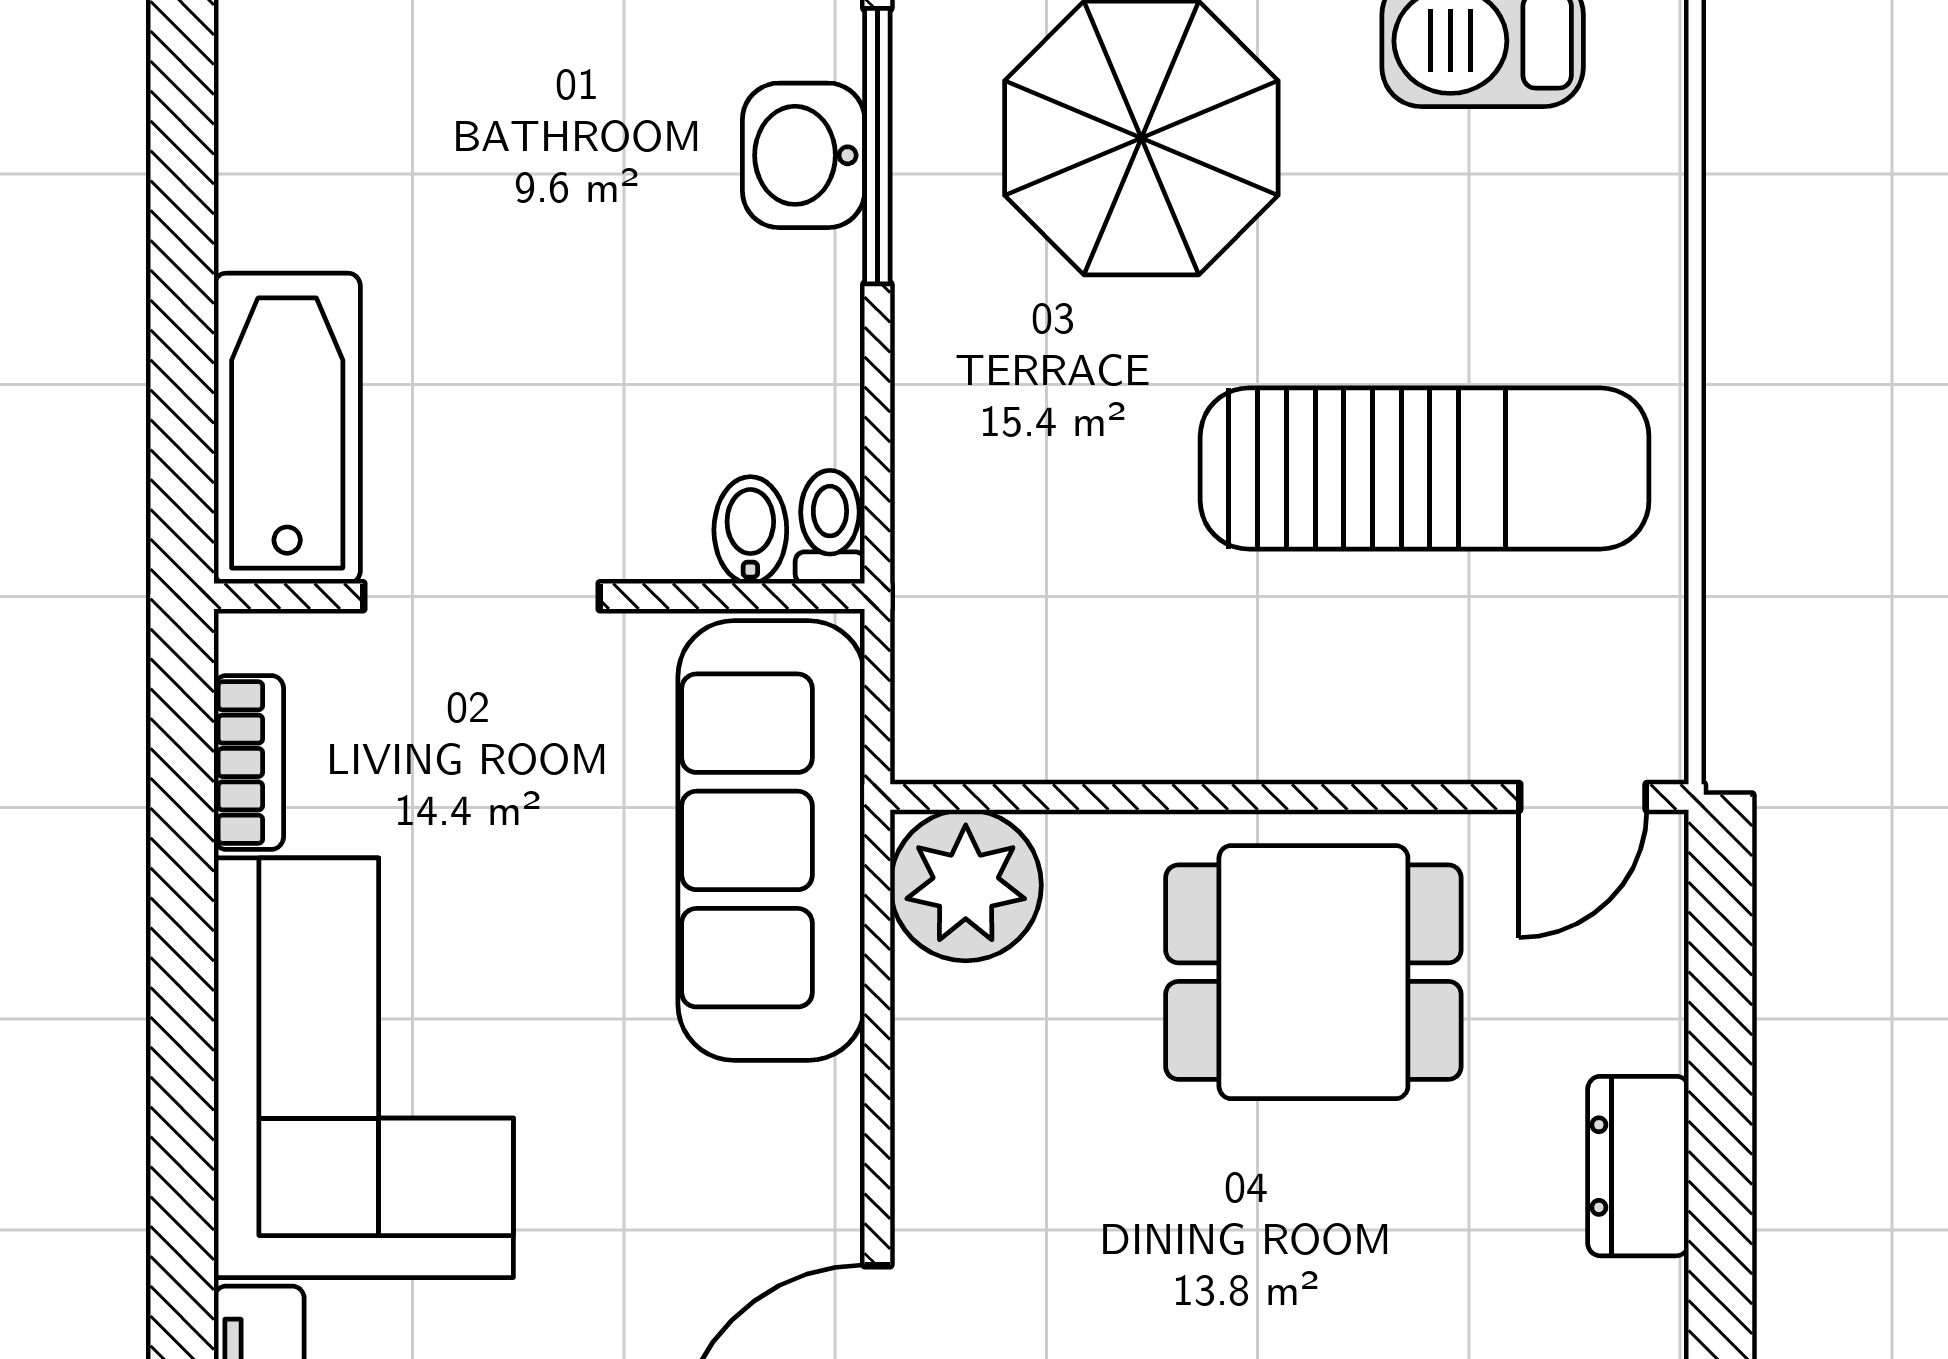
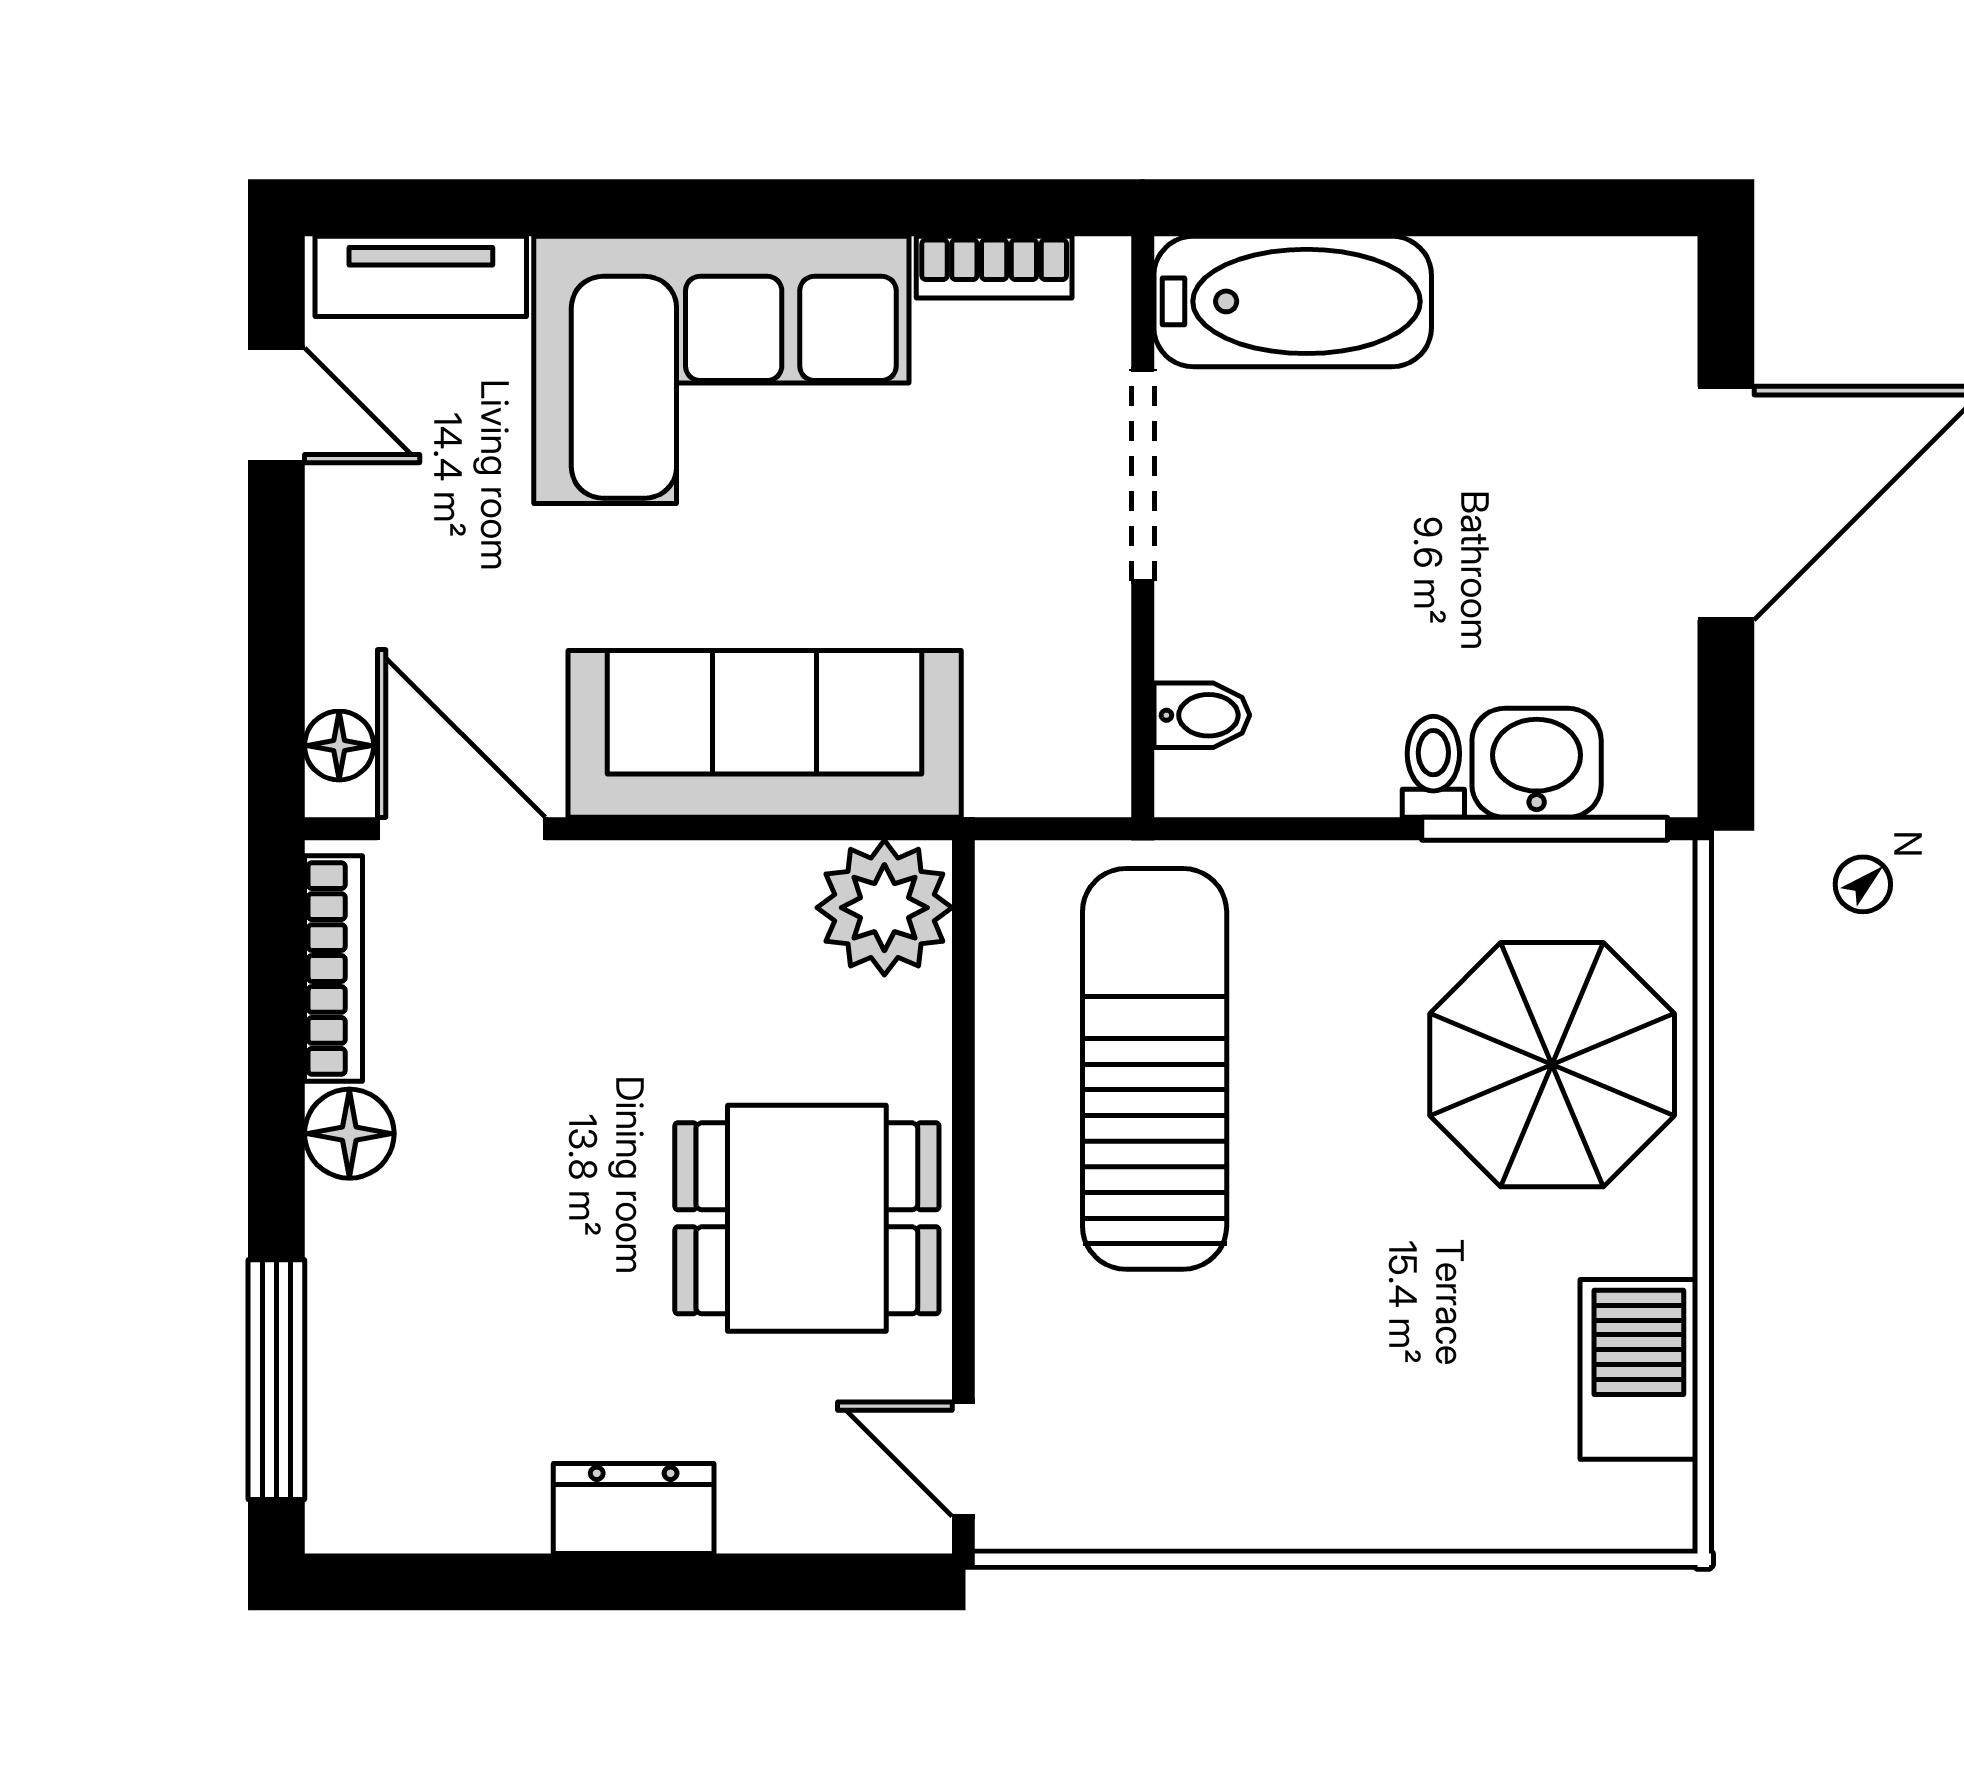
sun lounger: (1425, 469) -> (1155, 1069), moved, turned 180
toilet: (830, 527) -> (1433, 767), moved, turned -90
sofa: (771, 840) -> (765, 734), moved
dining table: (1313, 972) -> (807, 1218), turned 90

